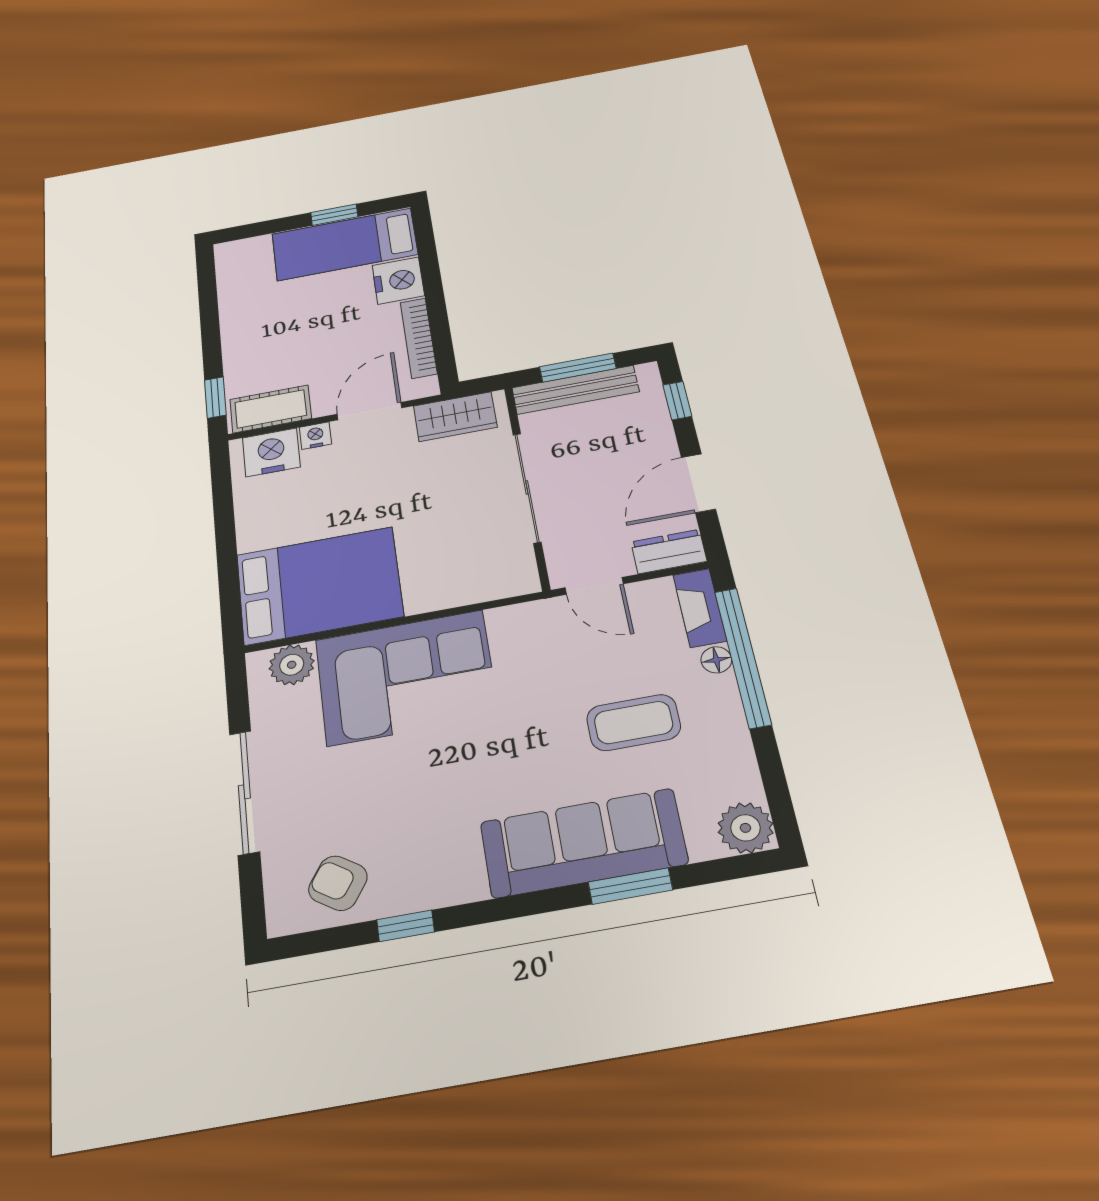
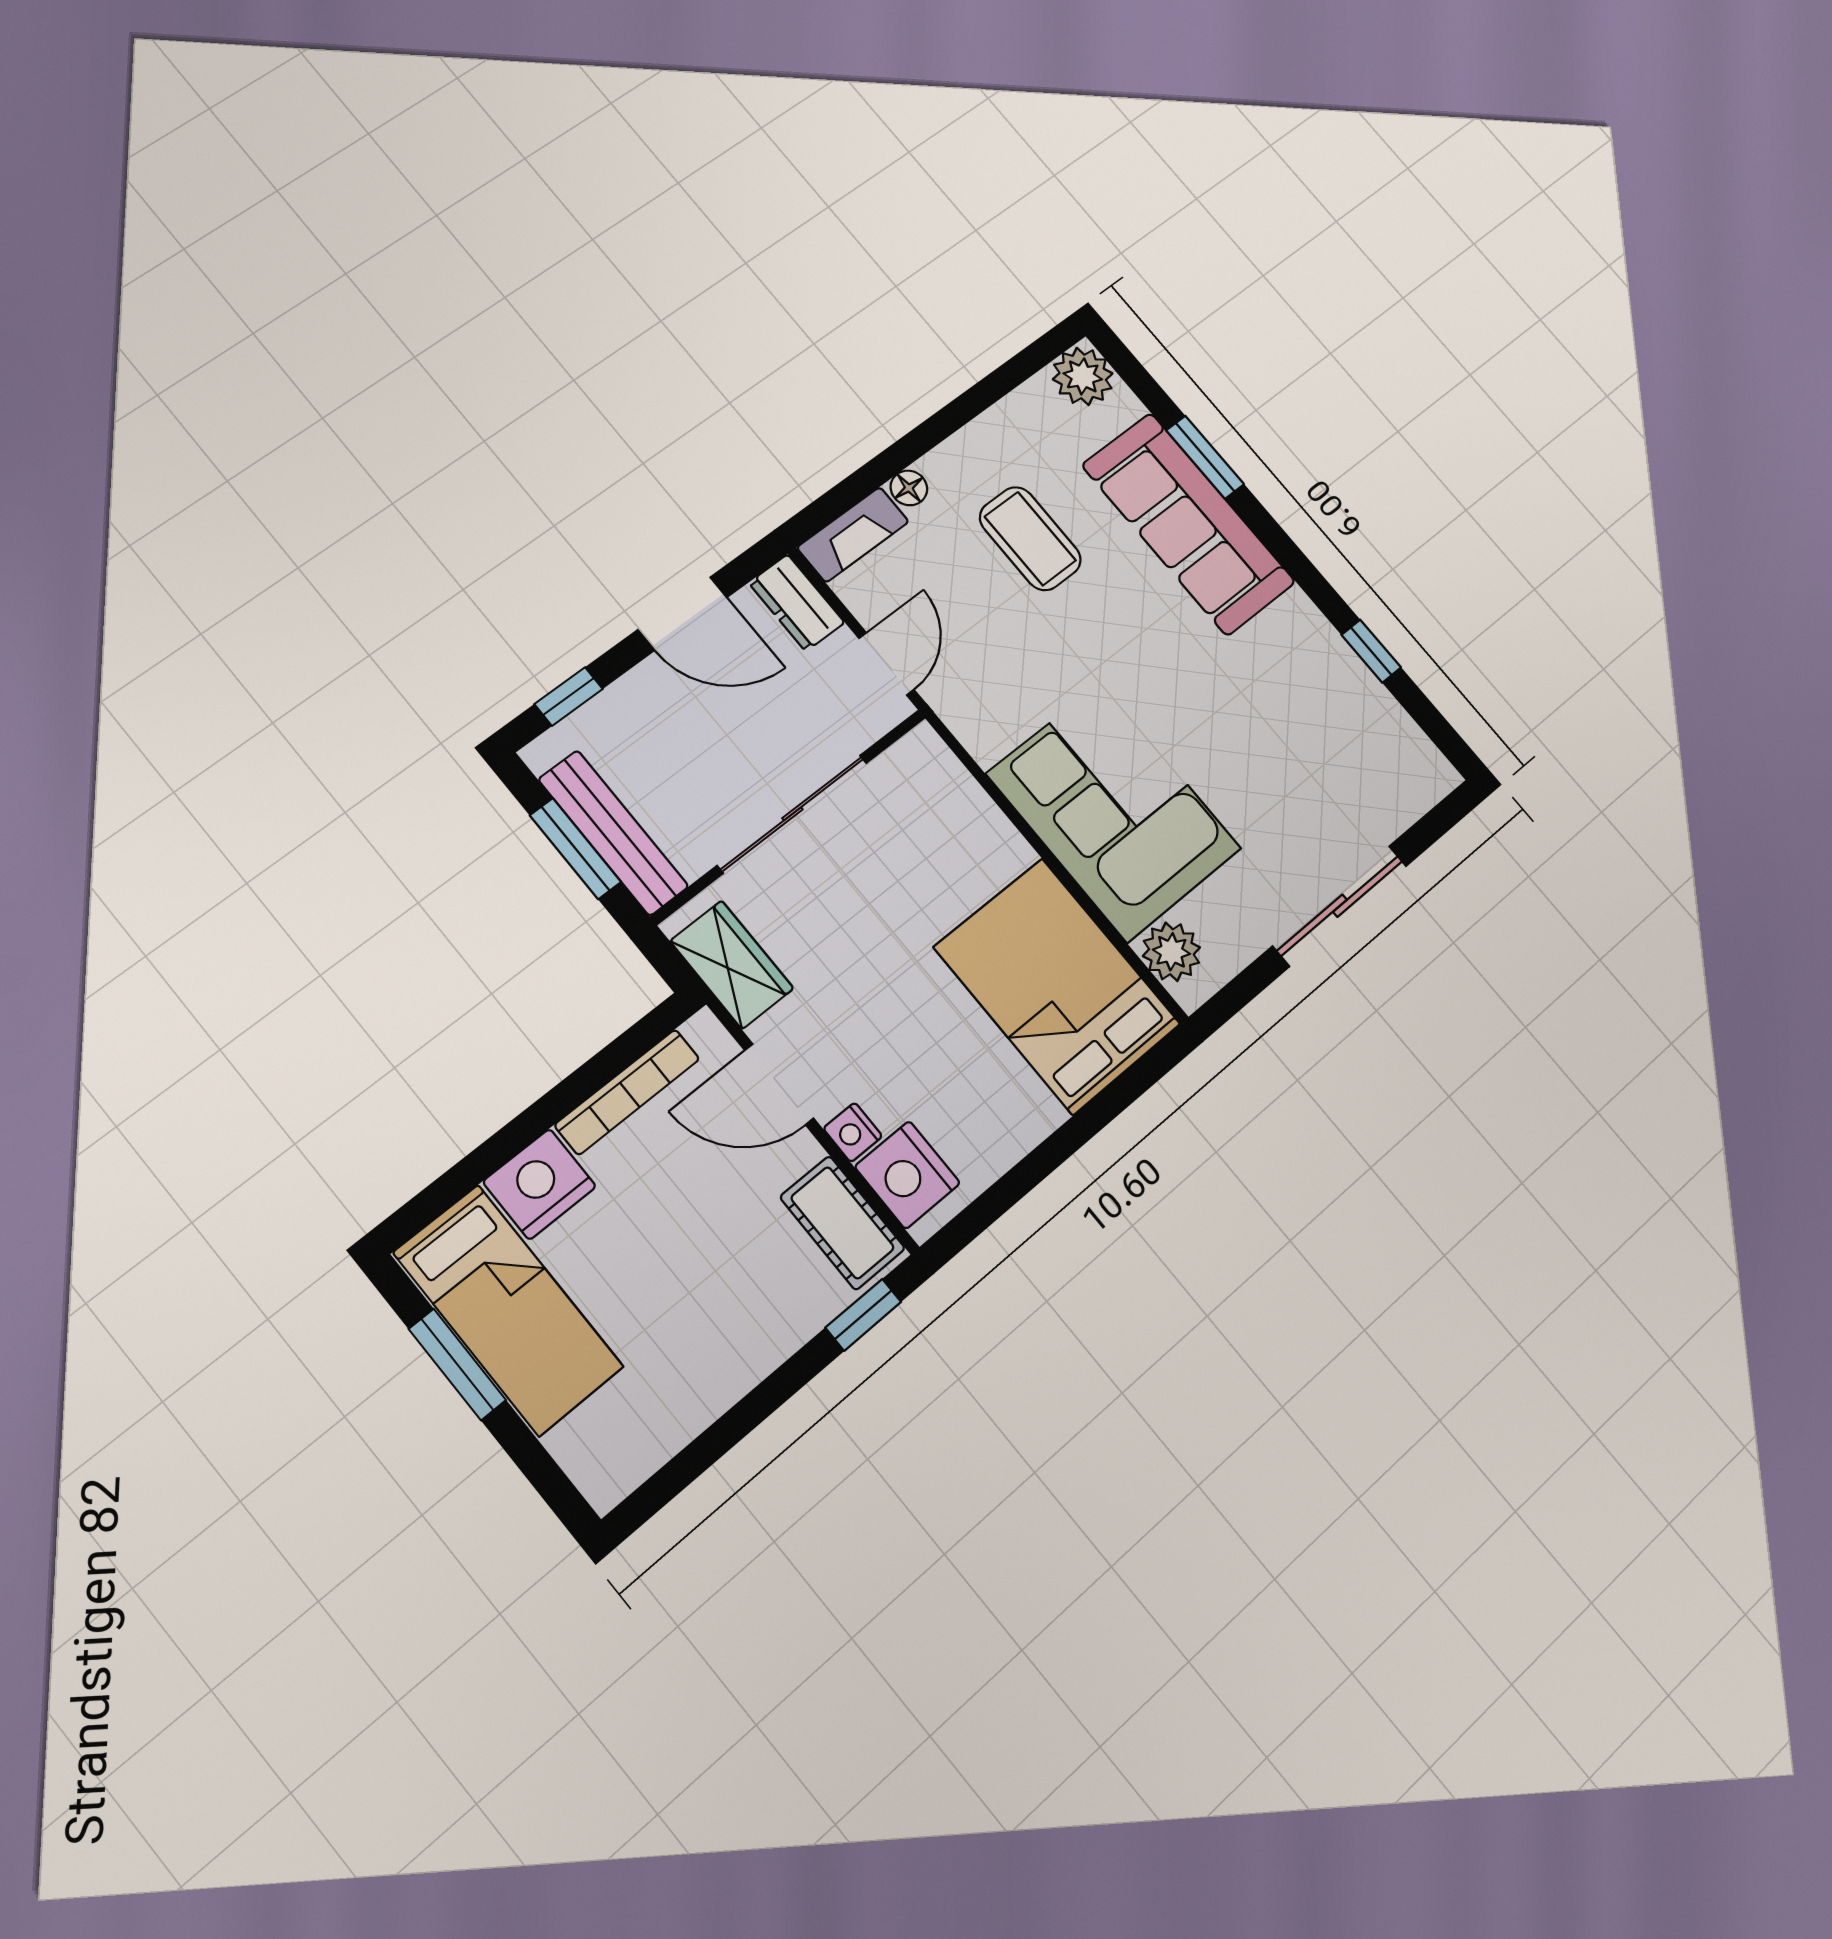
window: (334, 215) -> (457, 1364), width x1.50
window: (743, 657) -> (890, 462), removed
armchair: (338, 883) -> (1371, 744), removed

